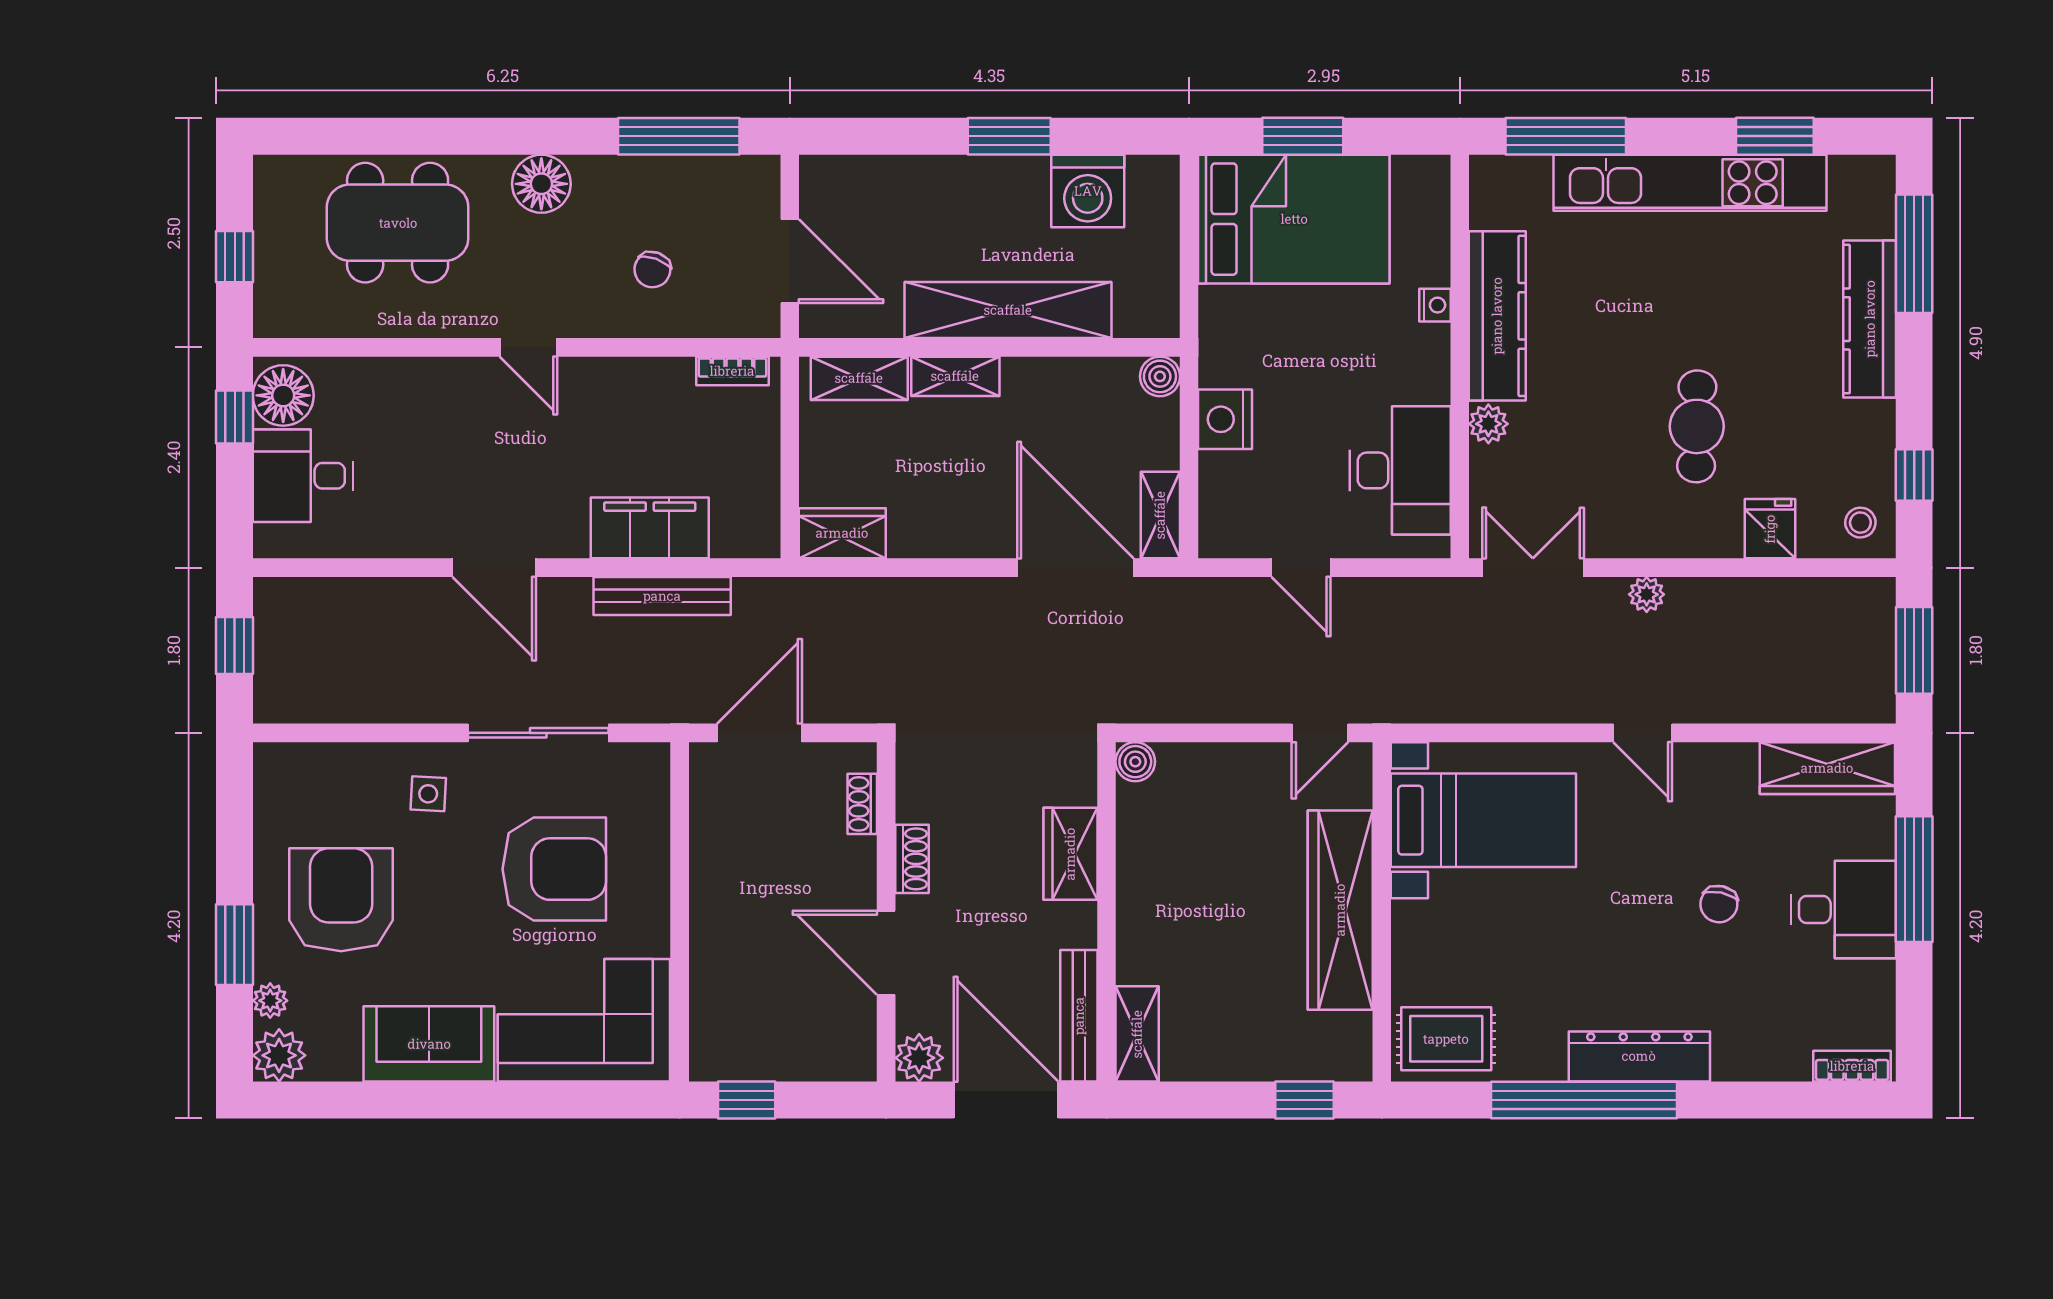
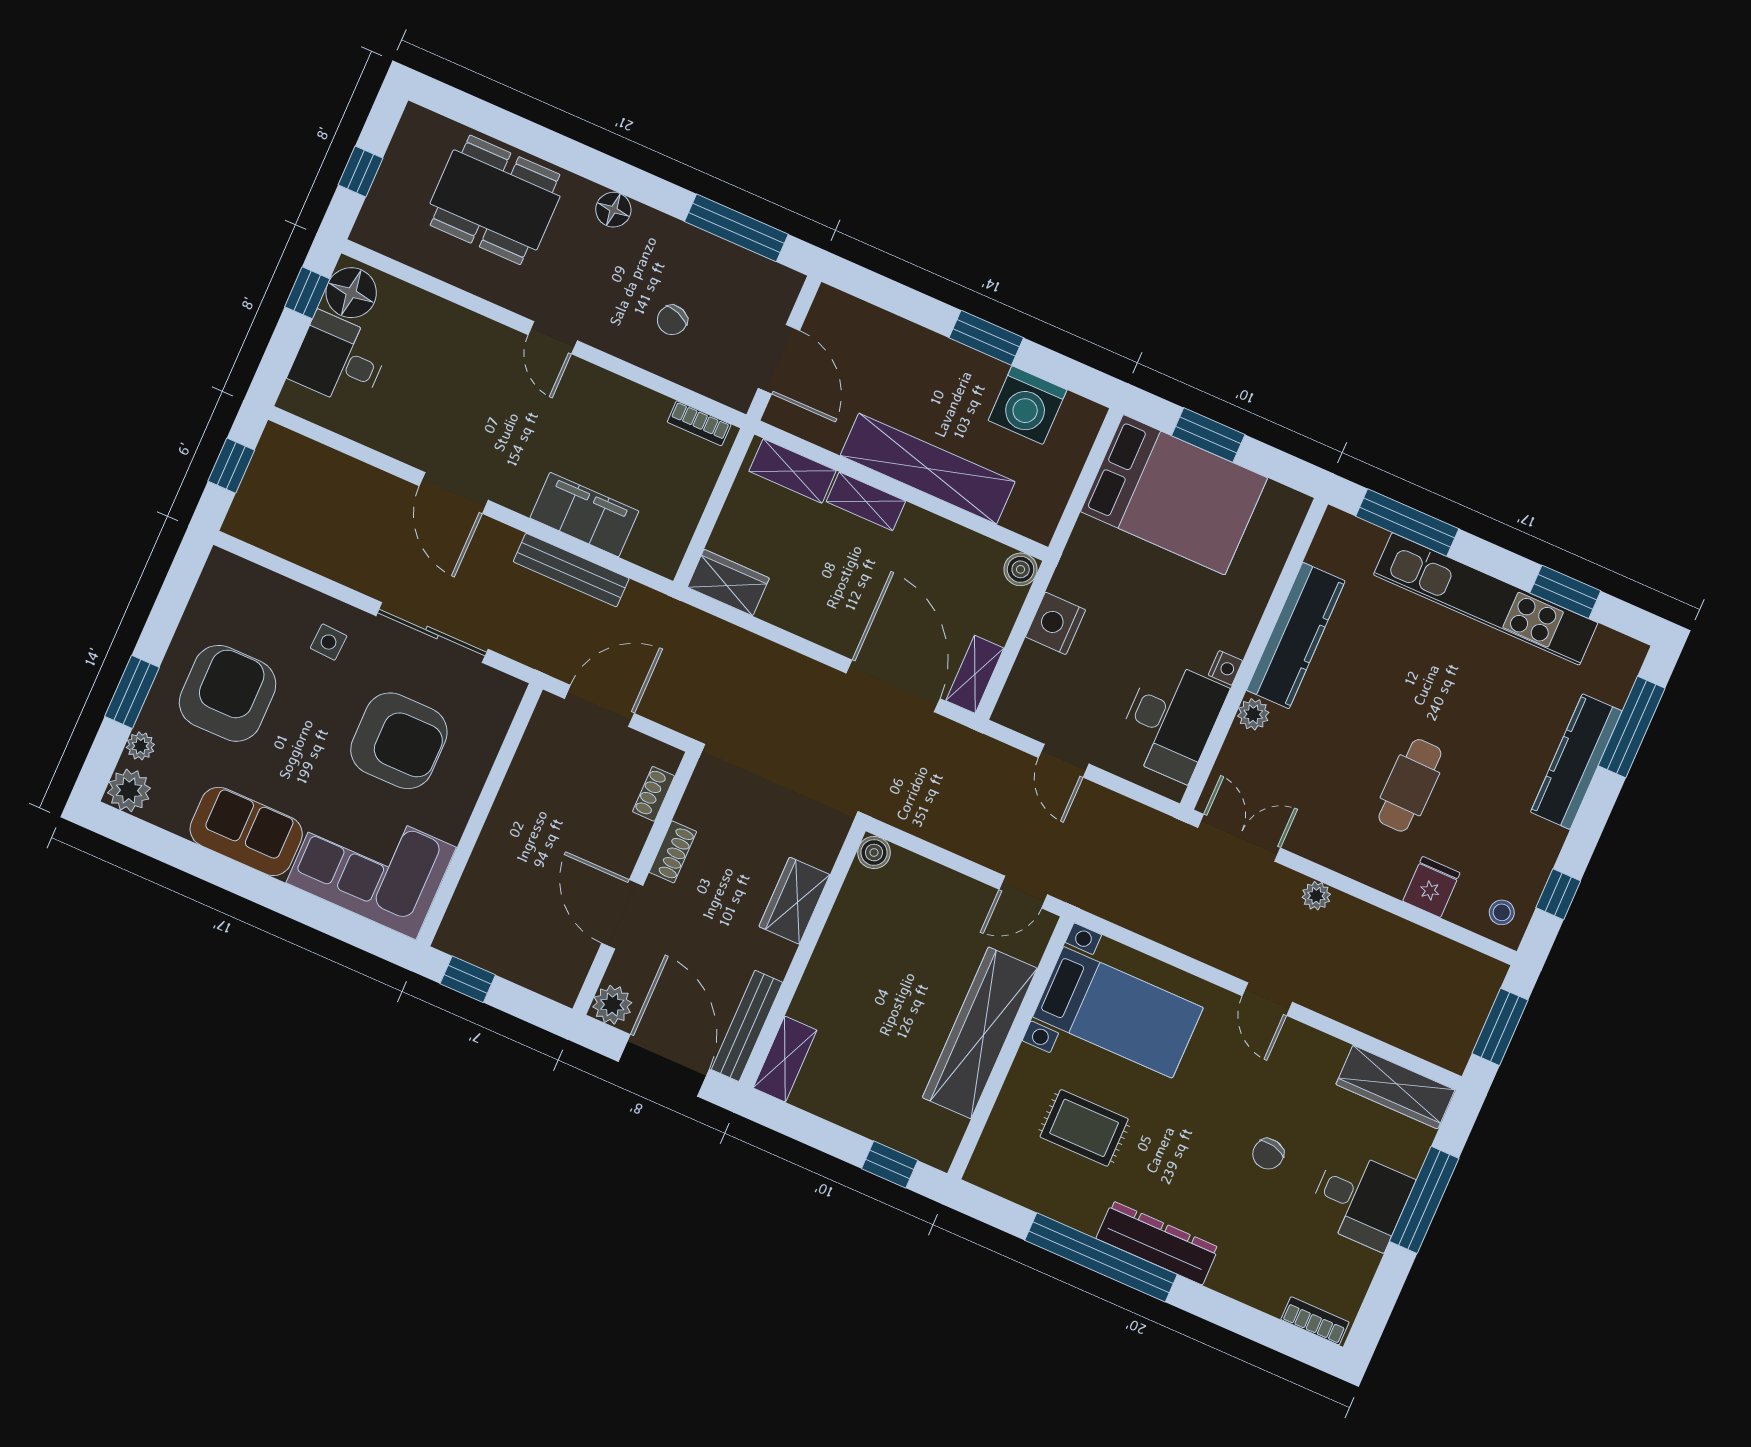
floor lamp: (541, 184) -> (613, 210), width x0.73, depth x0.73
nightstand: (1435, 305) -> (1225, 668), moved
rug: (1446, 1039) -> (1084, 1128), moved

